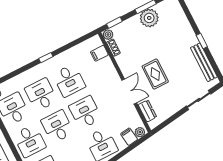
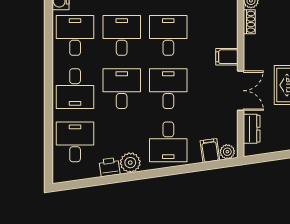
filing cabinet: (99, 53) -> (227, 57), moved
desk: (69, 80) -> (168, 35), turned 180

